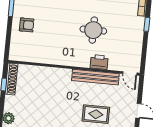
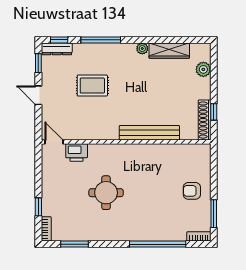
printer: (99, 62) -> (77, 153), moved
bench: (95, 77) -> (149, 133), moved

